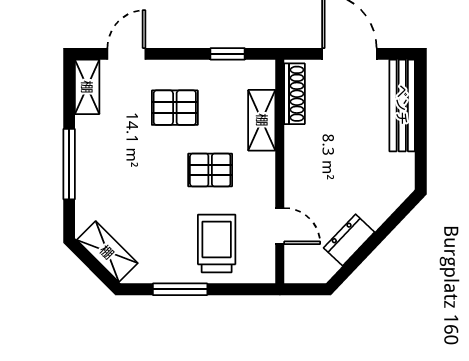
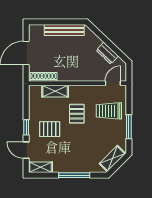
window: (228, 54) -> (26, 127), moved
bench: (402, 105) -> (64, 30), moved
pallet: (175, 108) -> (50, 129), turned 90
door: (280, 226) -> (113, 83), moved

